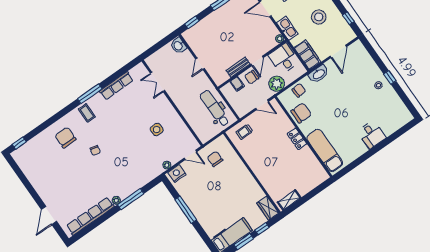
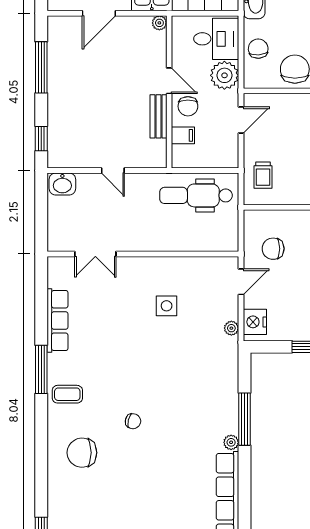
desk: (284, 59) -> (216, 39), moved, turned 180

